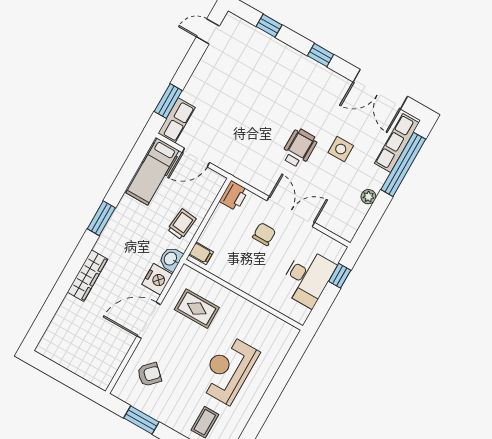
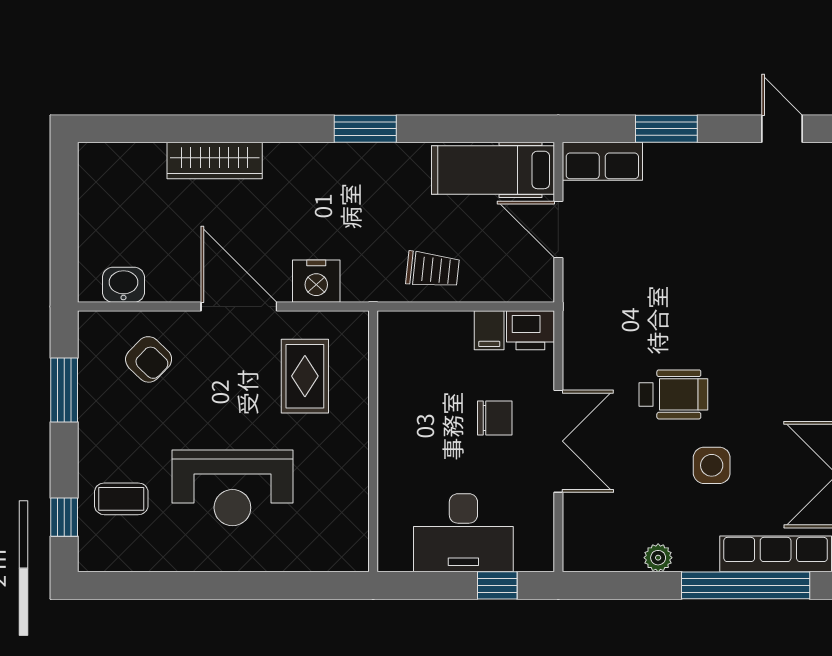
window: (168, 101) -> (666, 129), moved
filing cabinet: (201, 253) -> (489, 330), moved
washbasin: (171, 259) -> (123, 285), moved
wardrobe: (87, 276) -> (215, 161), moved
reception desk: (228, 370) -> (232, 488), turned 180

